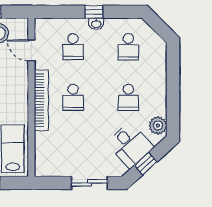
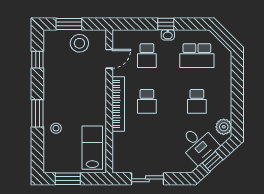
school desk: (128, 47) -> (197, 56), width x1.85
door: (31, 50) -> (109, 59), swing flipped
sliding door: (89, 183) -> (147, 179), moved

